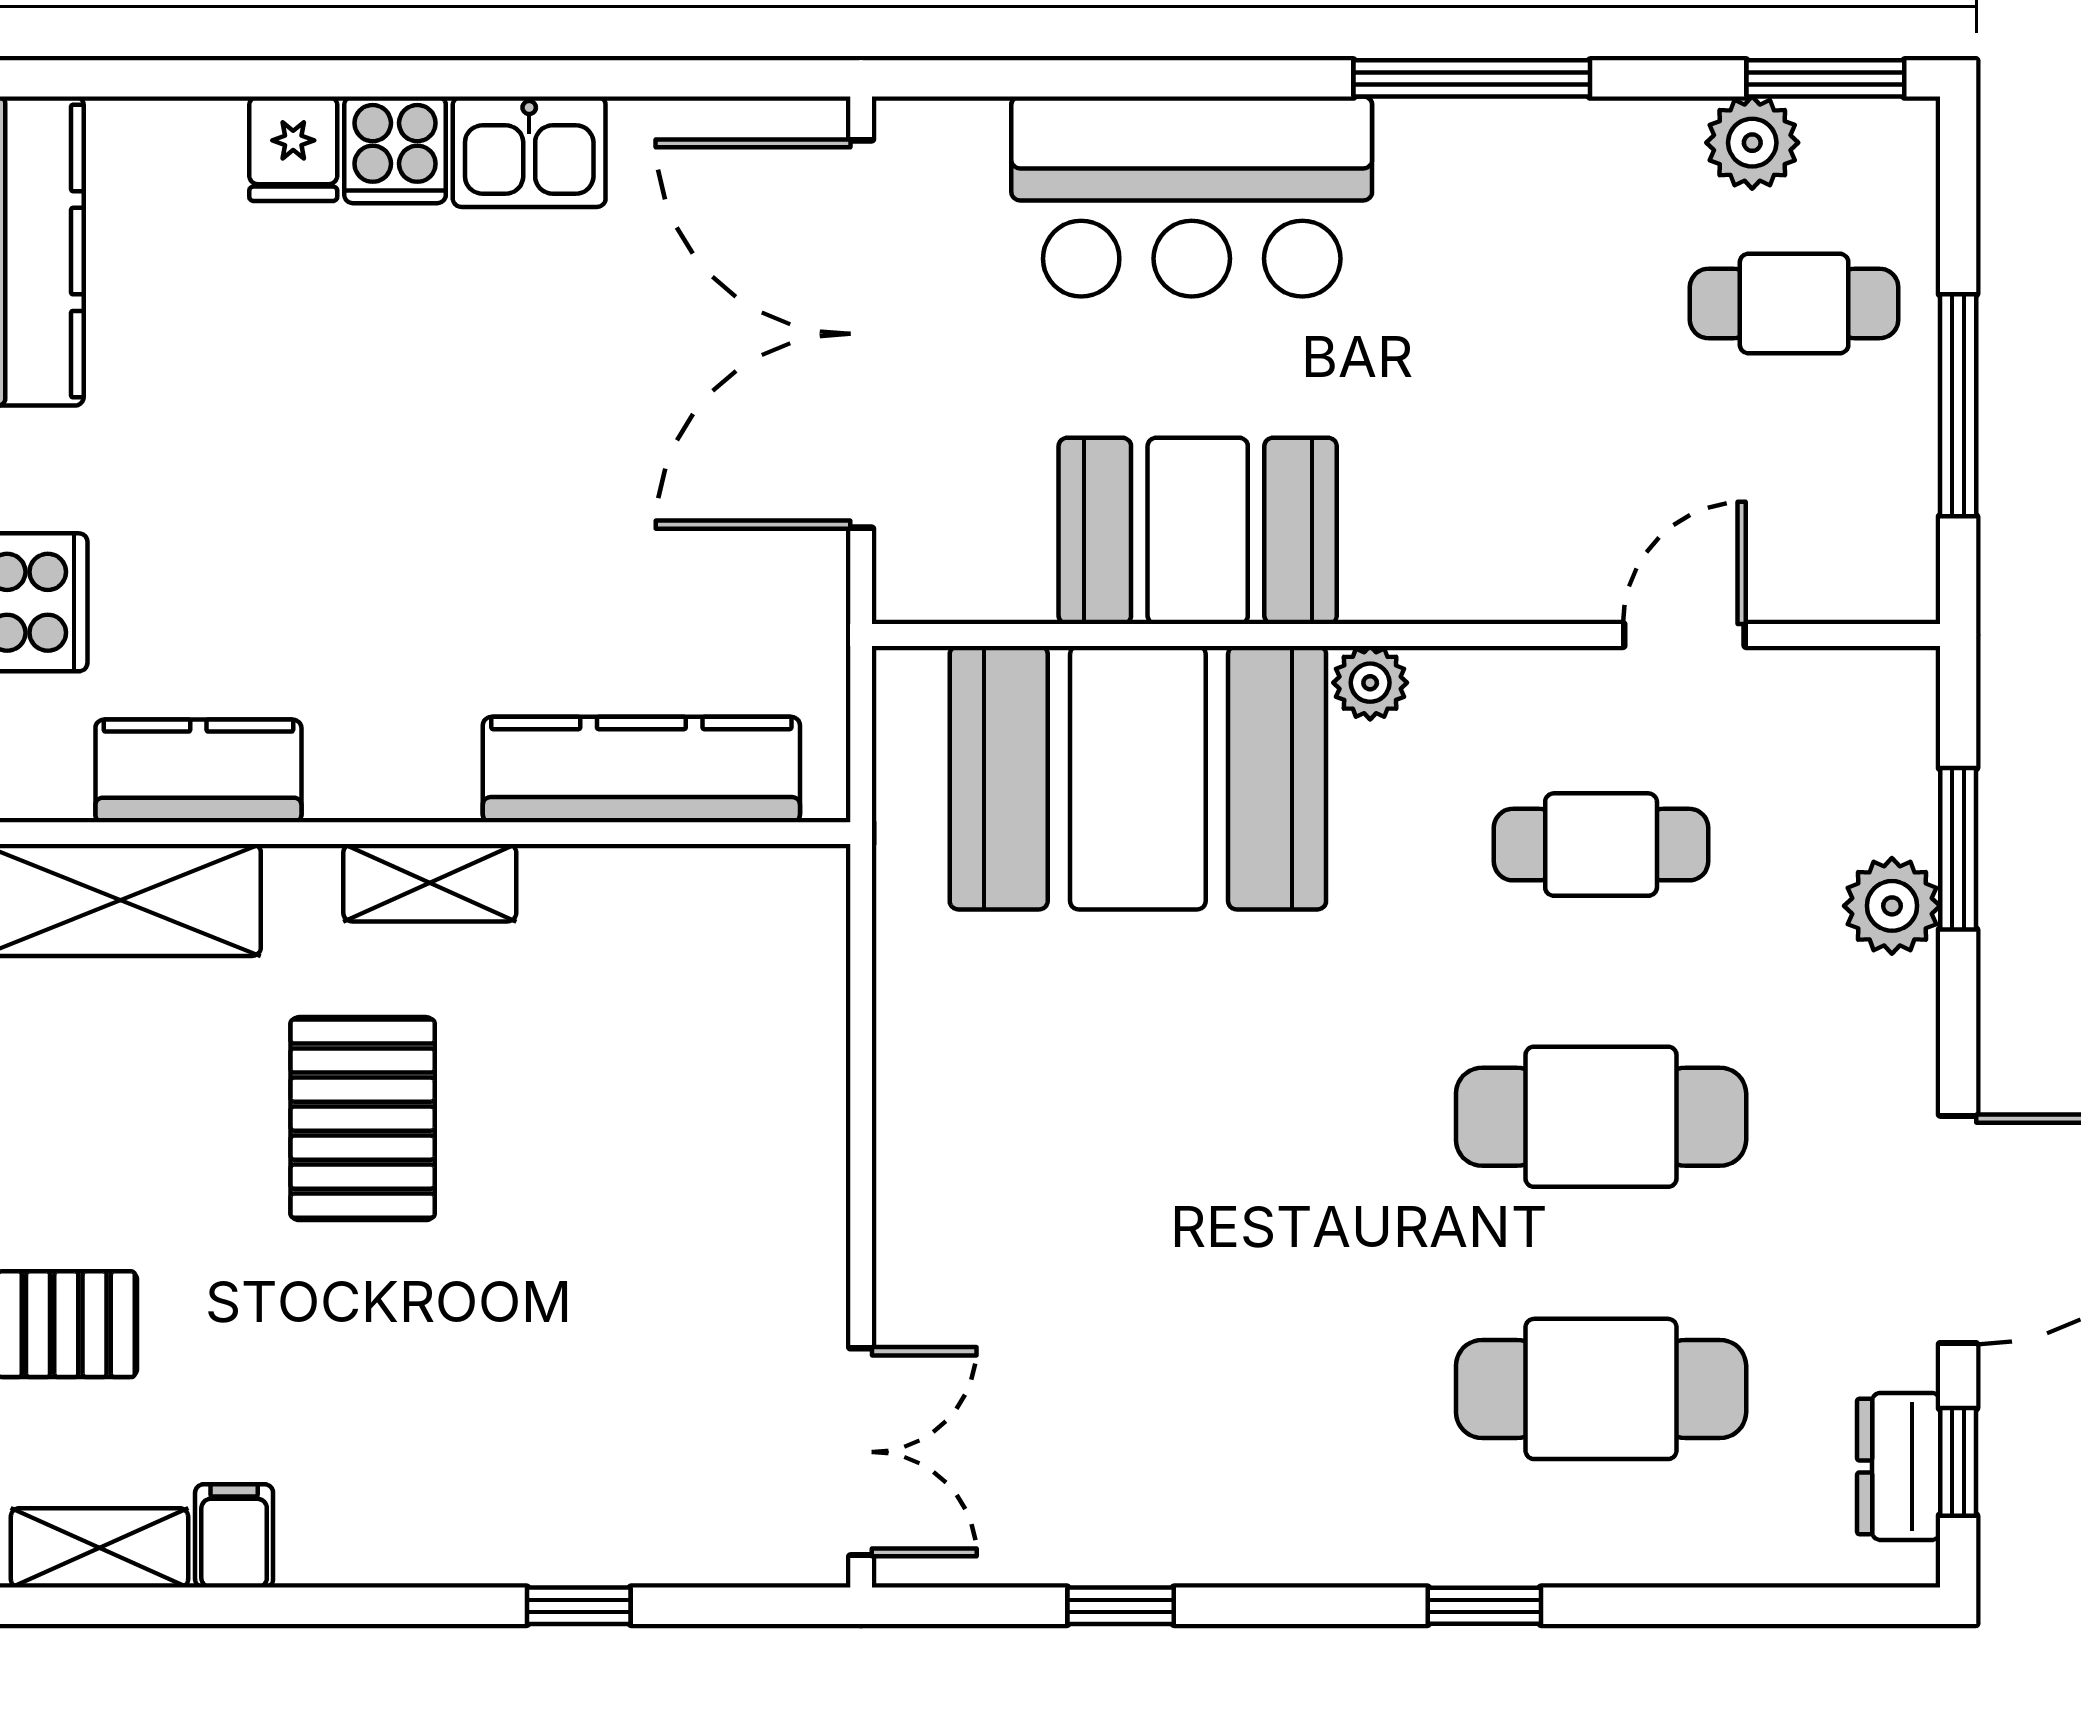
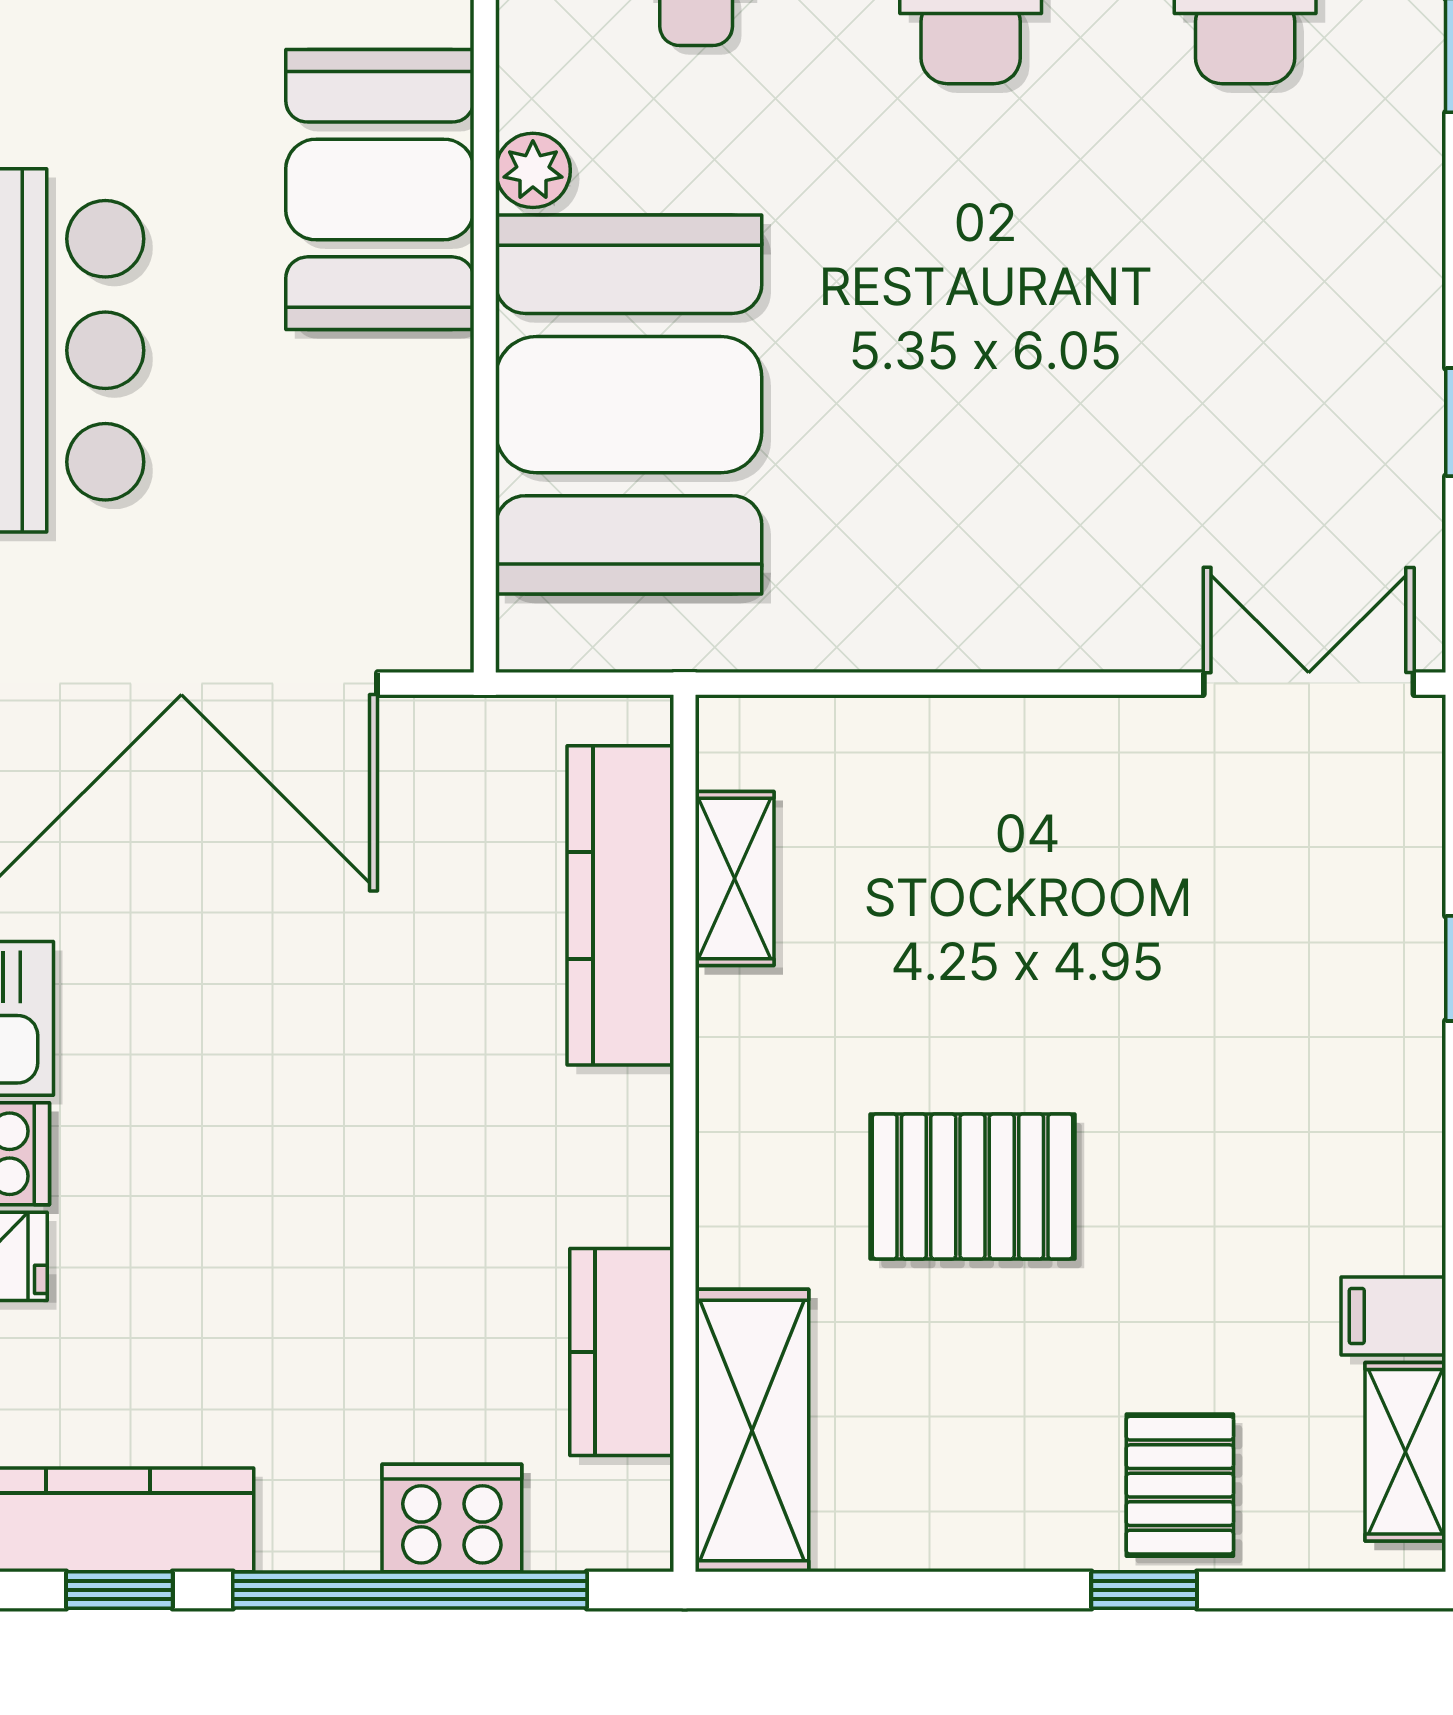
booth: (1198, 531) -> (380, 189), moved
shelving: (430, 883) -> (735, 878), moved

